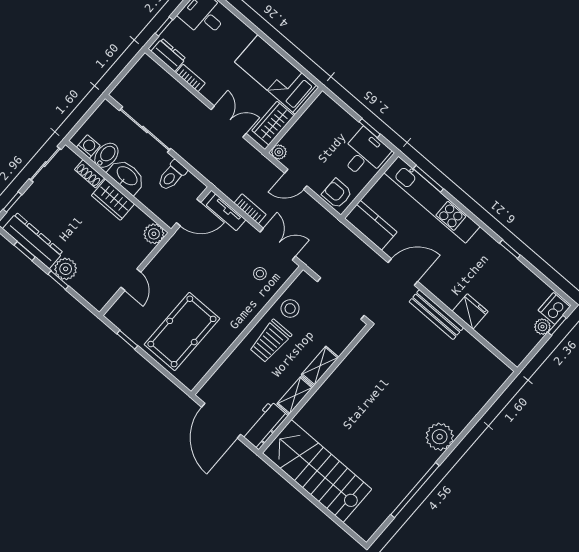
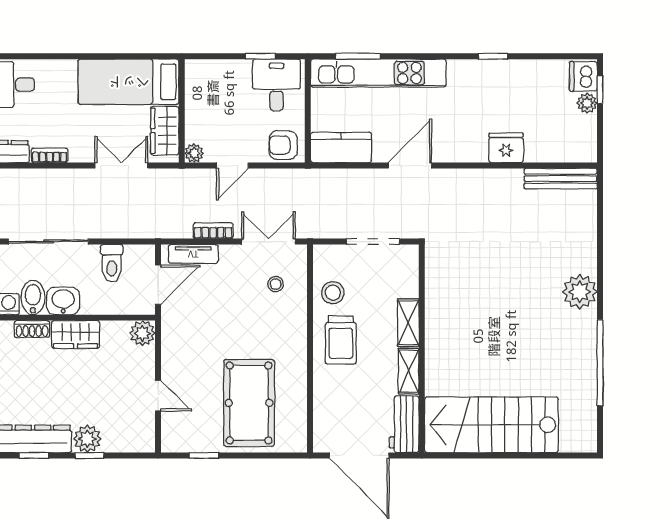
washbasin: (127, 176) -> (63, 301), width x0.72
doorway: (341, 299) -> (373, 242), width x0.73
bench: (436, 315) -> (561, 179), moved

